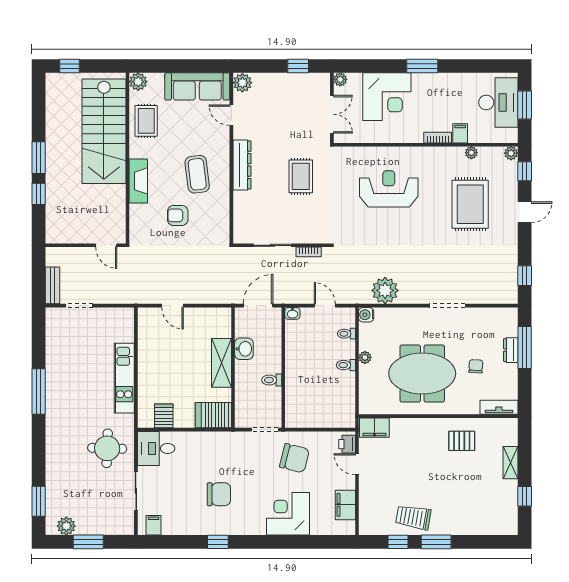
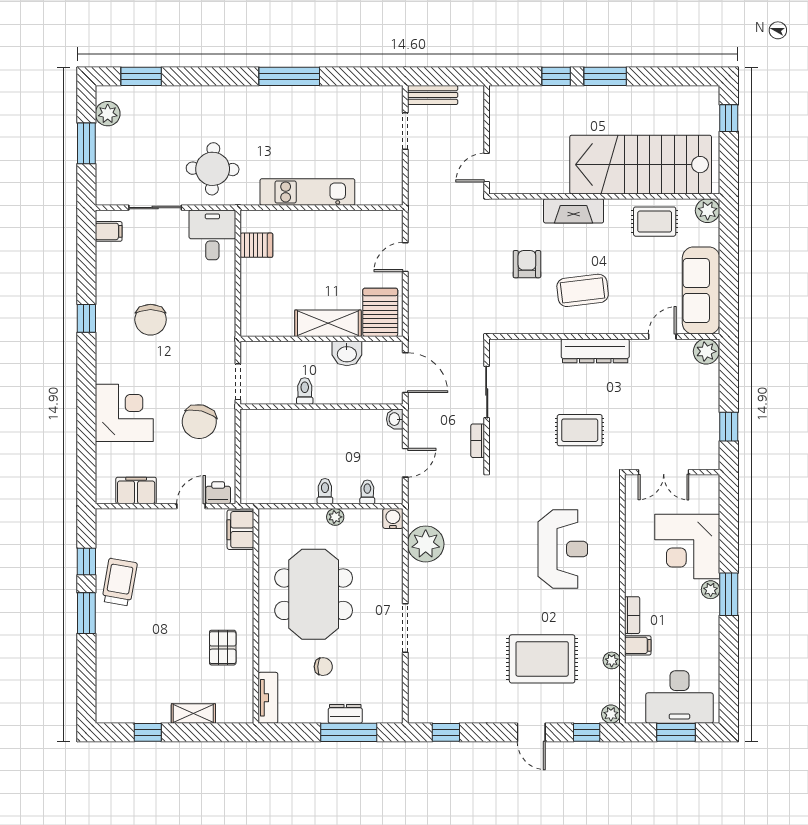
plant: (340, 79) -> (711, 590), moved
server rack: (213, 415) -> (380, 312), moved

